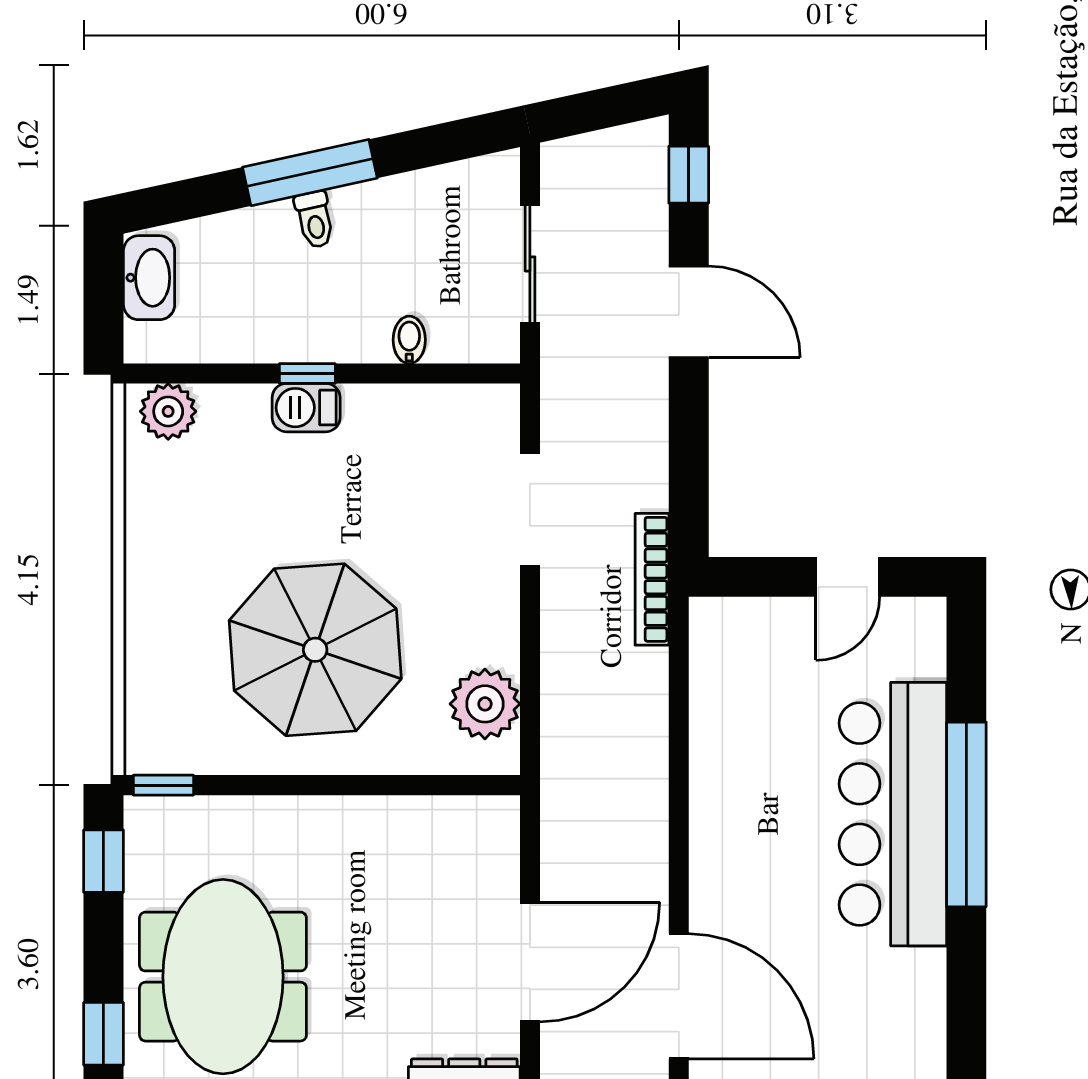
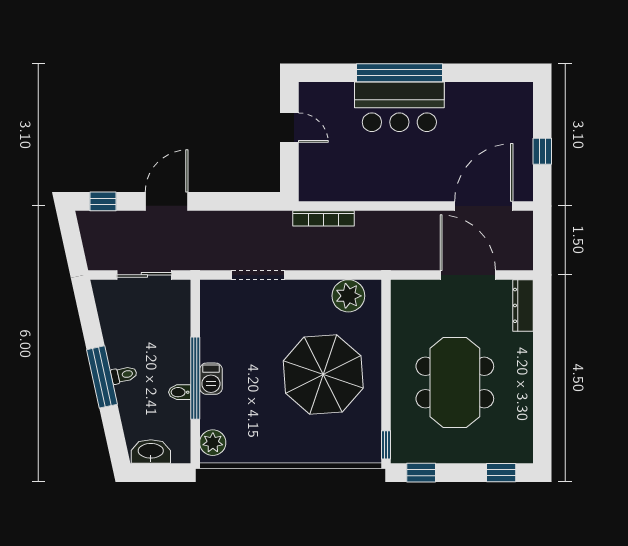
bidet: (409, 340) -> (180, 392), moved
window: (307, 374) -> (195, 378), width x3.17
bookcase: (652, 579) -> (324, 218), moved
bar counter: (893, 814) -> (399, 107), width x0.73
meeting table: (223, 977) -> (455, 383), moved, turned 90

